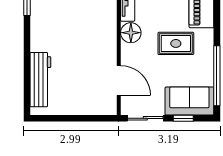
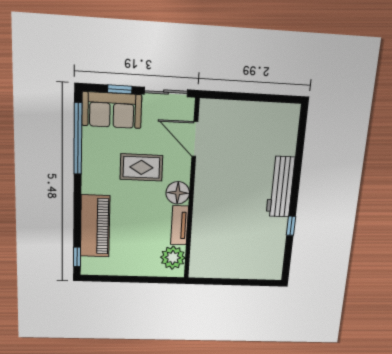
rug: (176, 43) -> (141, 167), moved
workbench: (40, 80) -> (280, 187), moved

